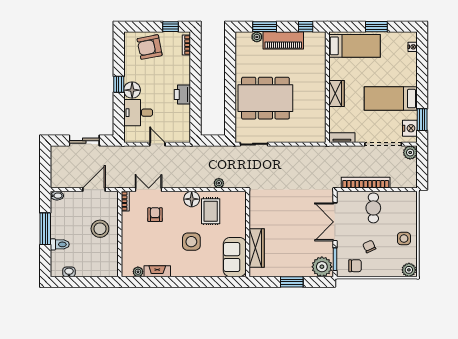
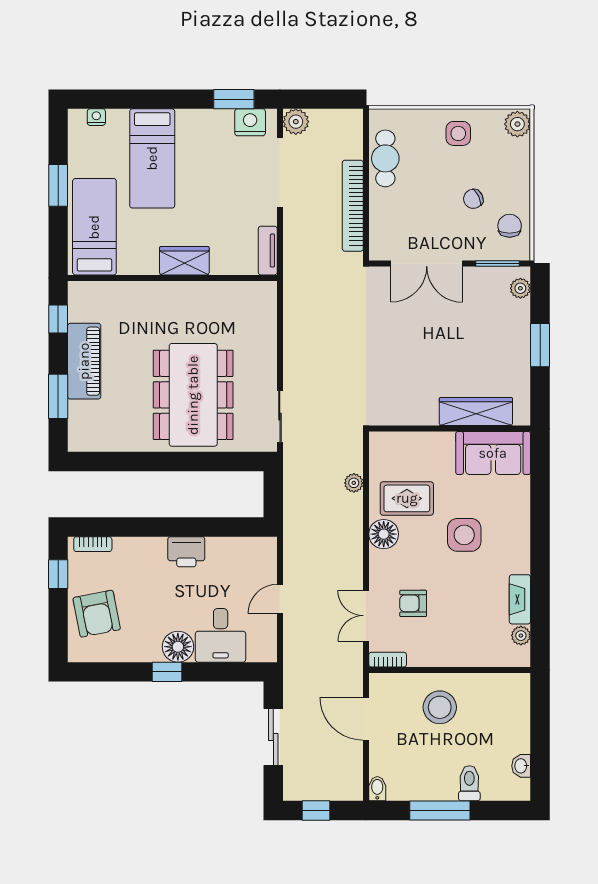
plant: (257, 37) -> (78, 411), removed
bed: (391, 99) -> (152, 158), moved
window: (45, 163) -> (316, 811), added
cafe table: (373, 208) -> (385, 158), moved, turned 90
plant: (322, 267) -> (520, 288), width x0.53, depth x0.53

